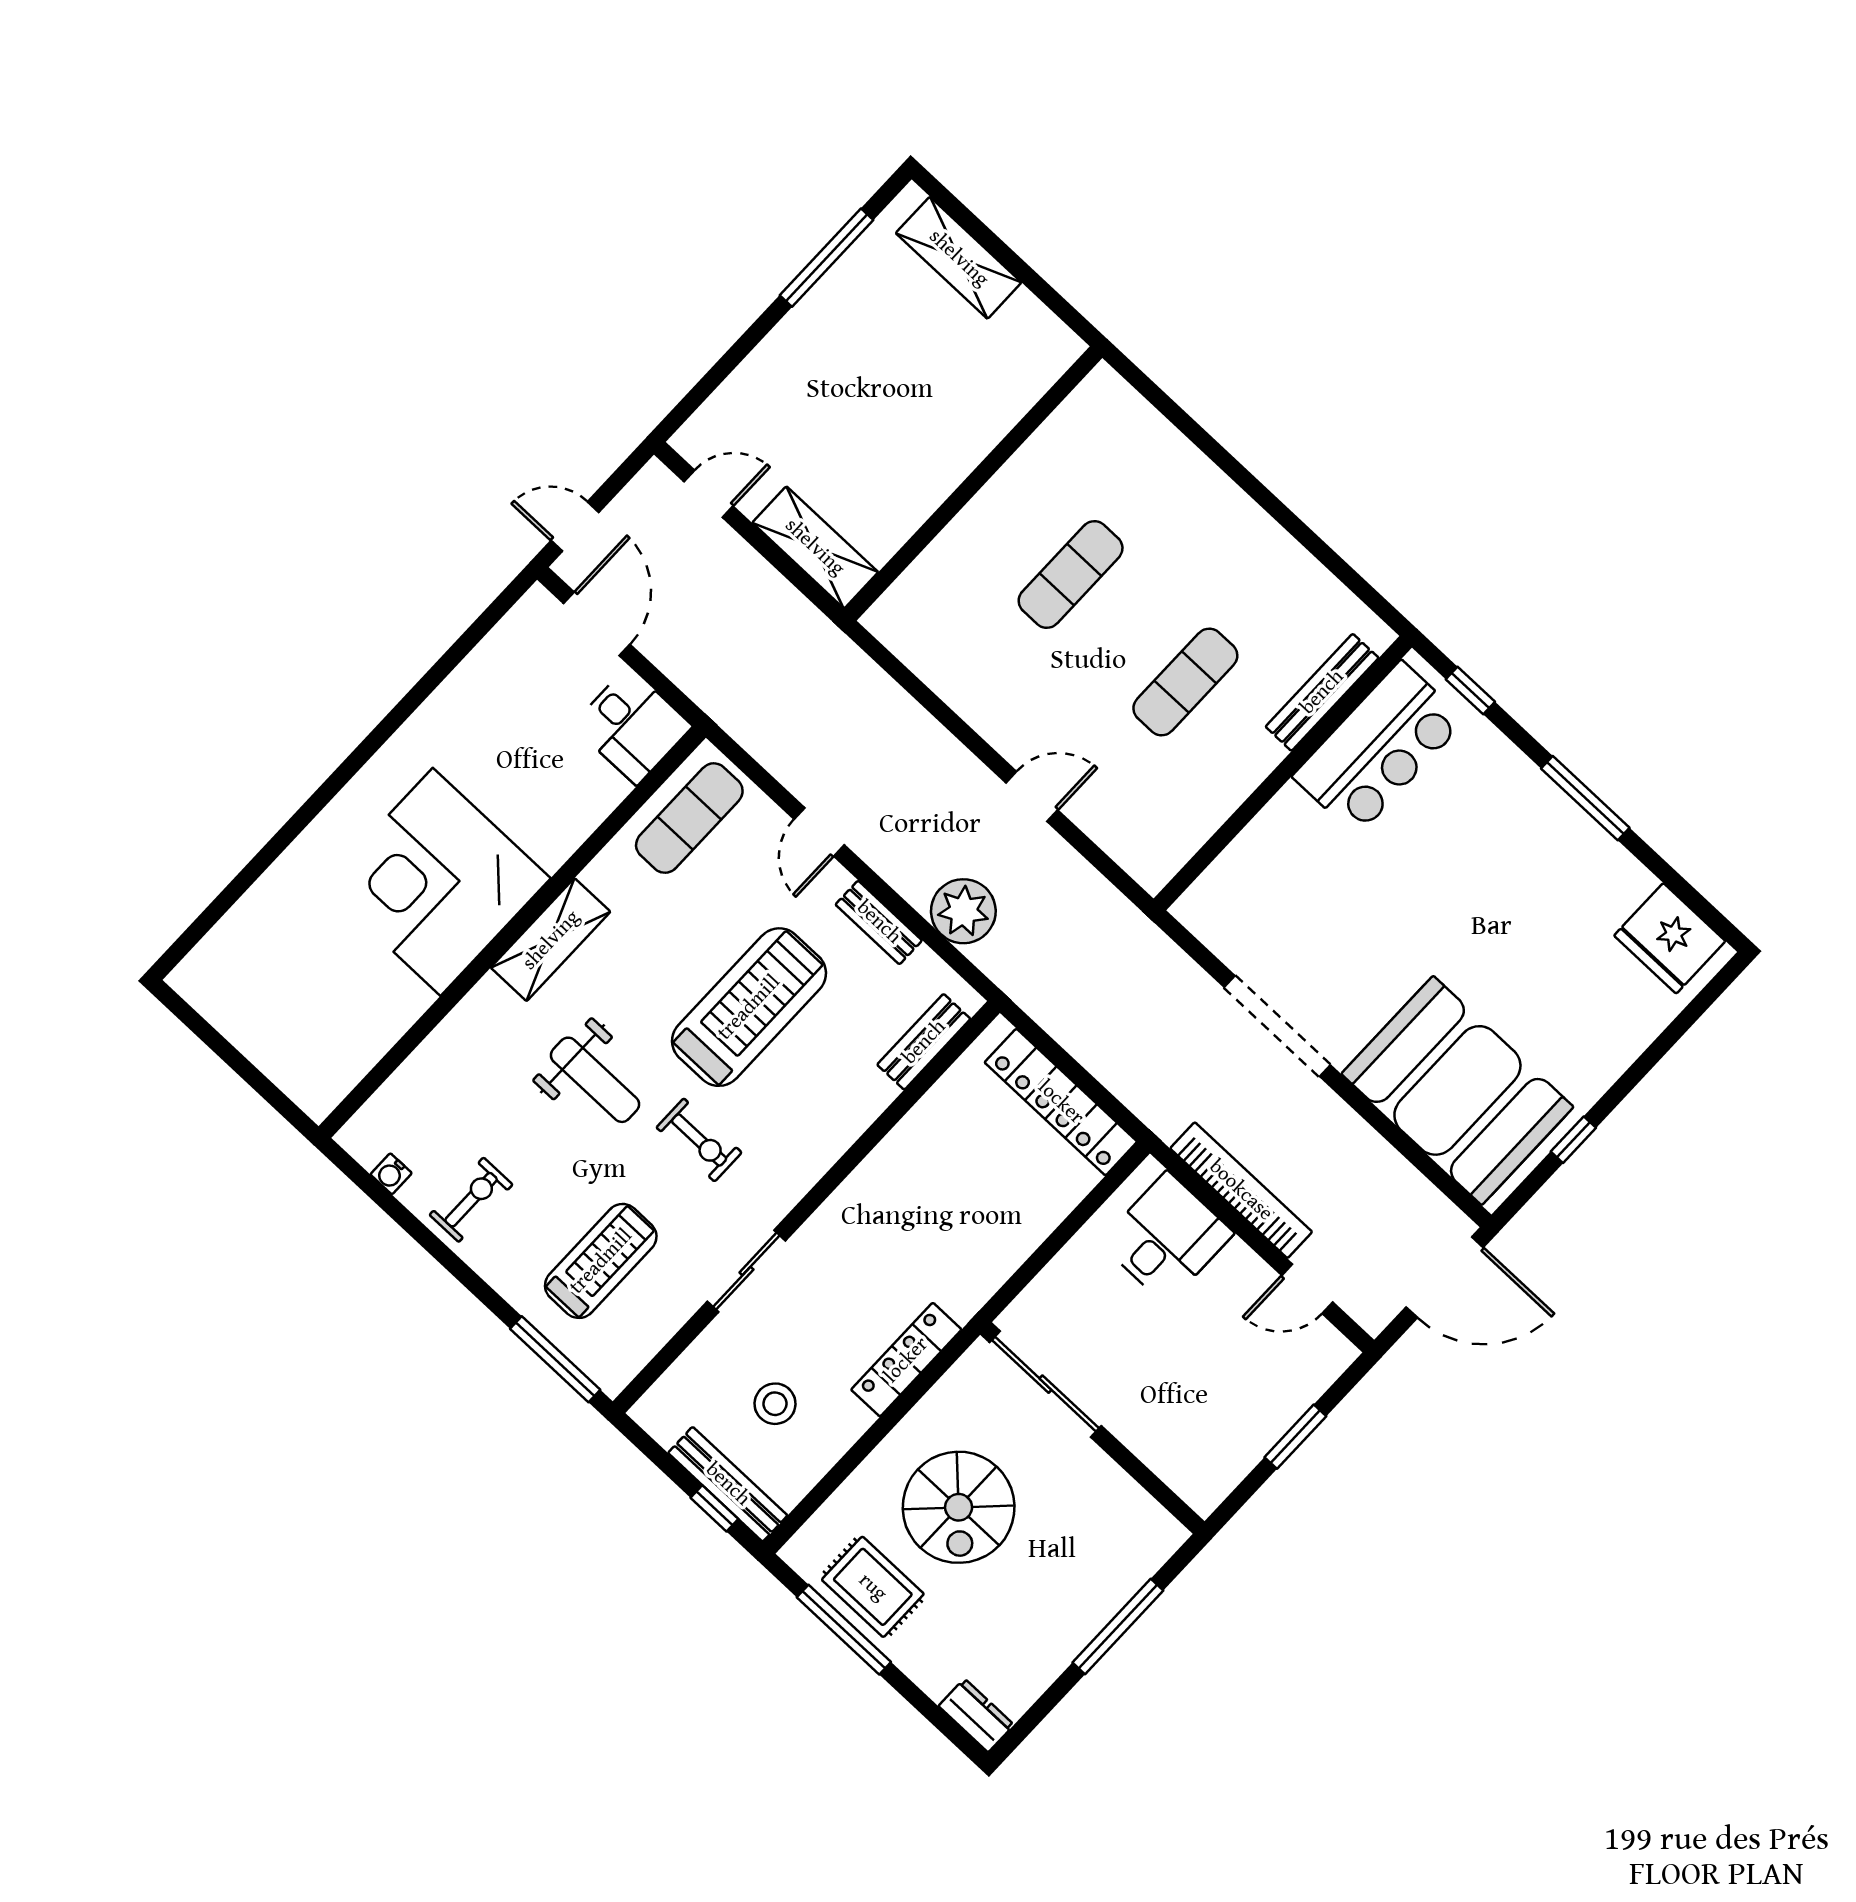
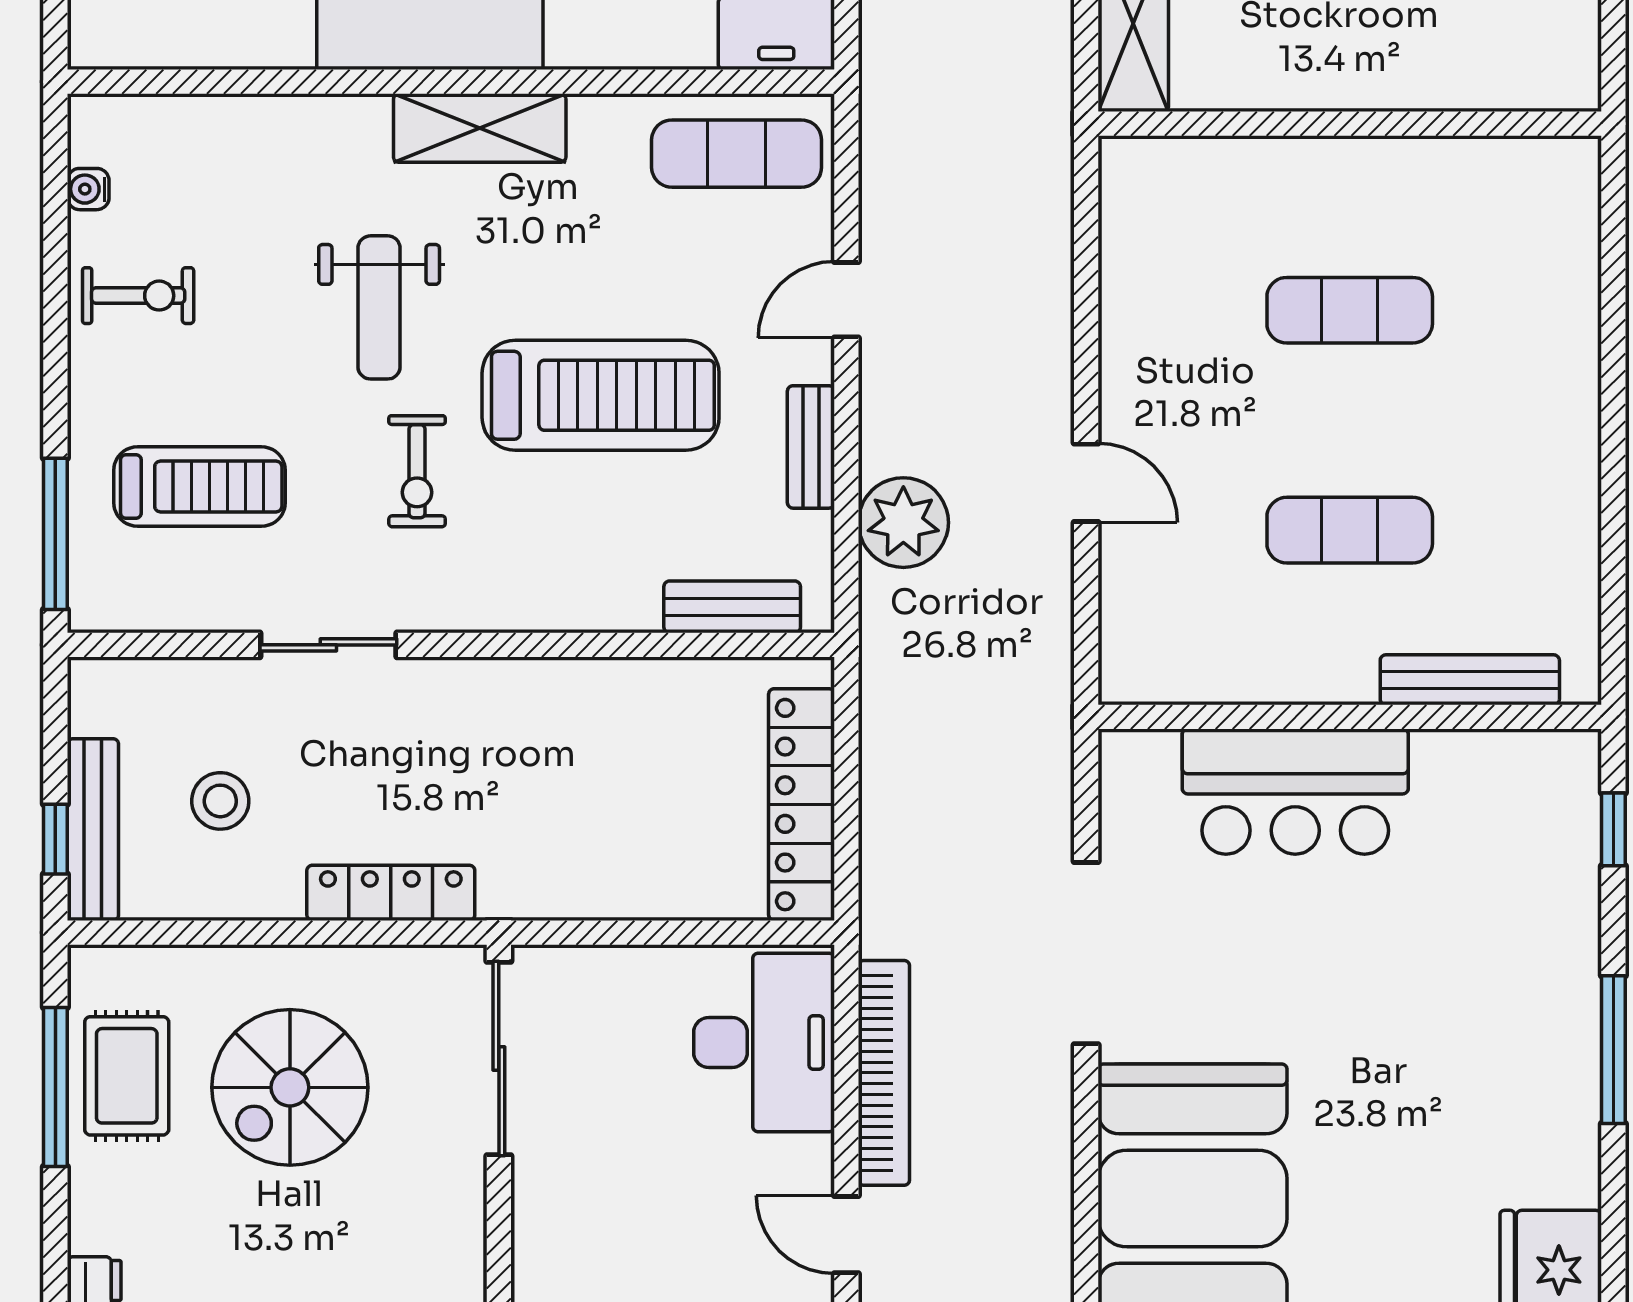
bar counter: (1379, 748) -> (1295, 792), moved
desk: (1167, 1238) -> (764, 1043), width x1.37

